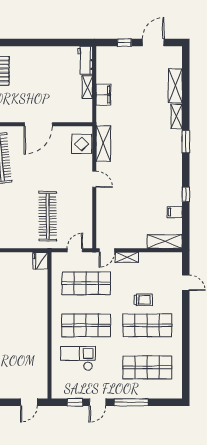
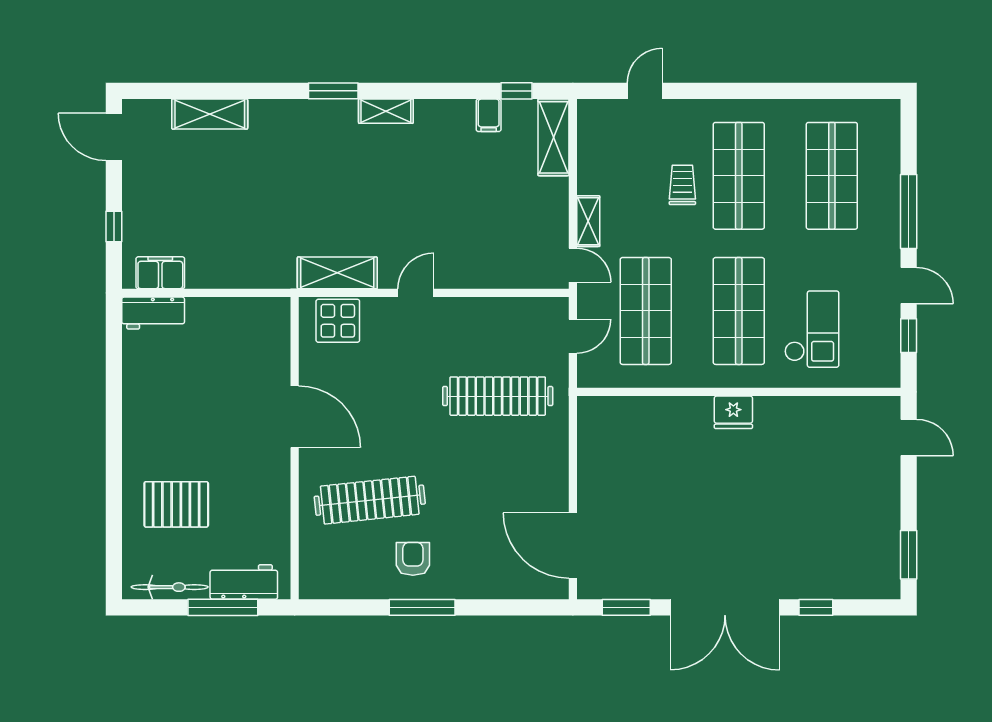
door: (153, 43) -> (114, 137), moved
shelving: (87, 87) -> (212, 308), removed
filing cabinet: (103, 95) -> (160, 273), moved
shelving: (177, 116) -> (386, 111), moved
window: (186, 194) -> (517, 91), moved
door: (75, 250) -> (573, 336), swing flipped
fridge: (40, 261) -> (733, 412), moved
checkout: (78, 358) -> (812, 329), turned 180

